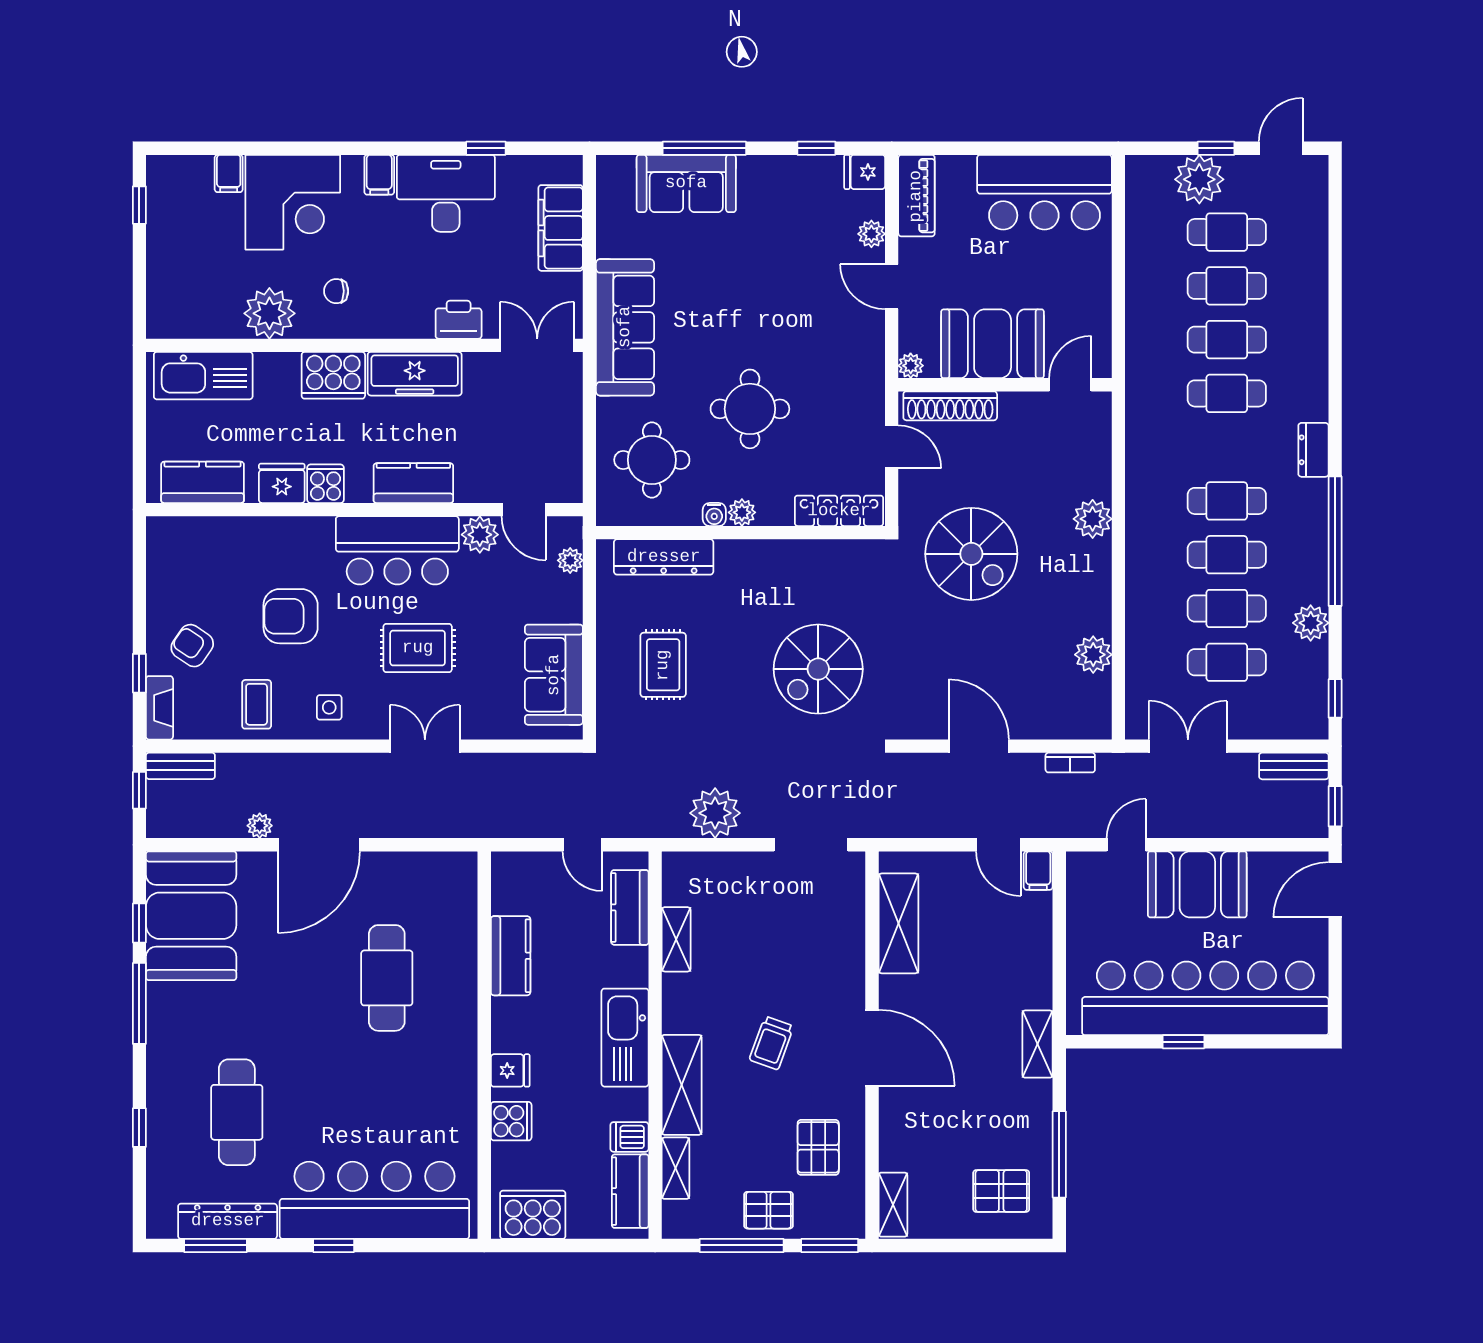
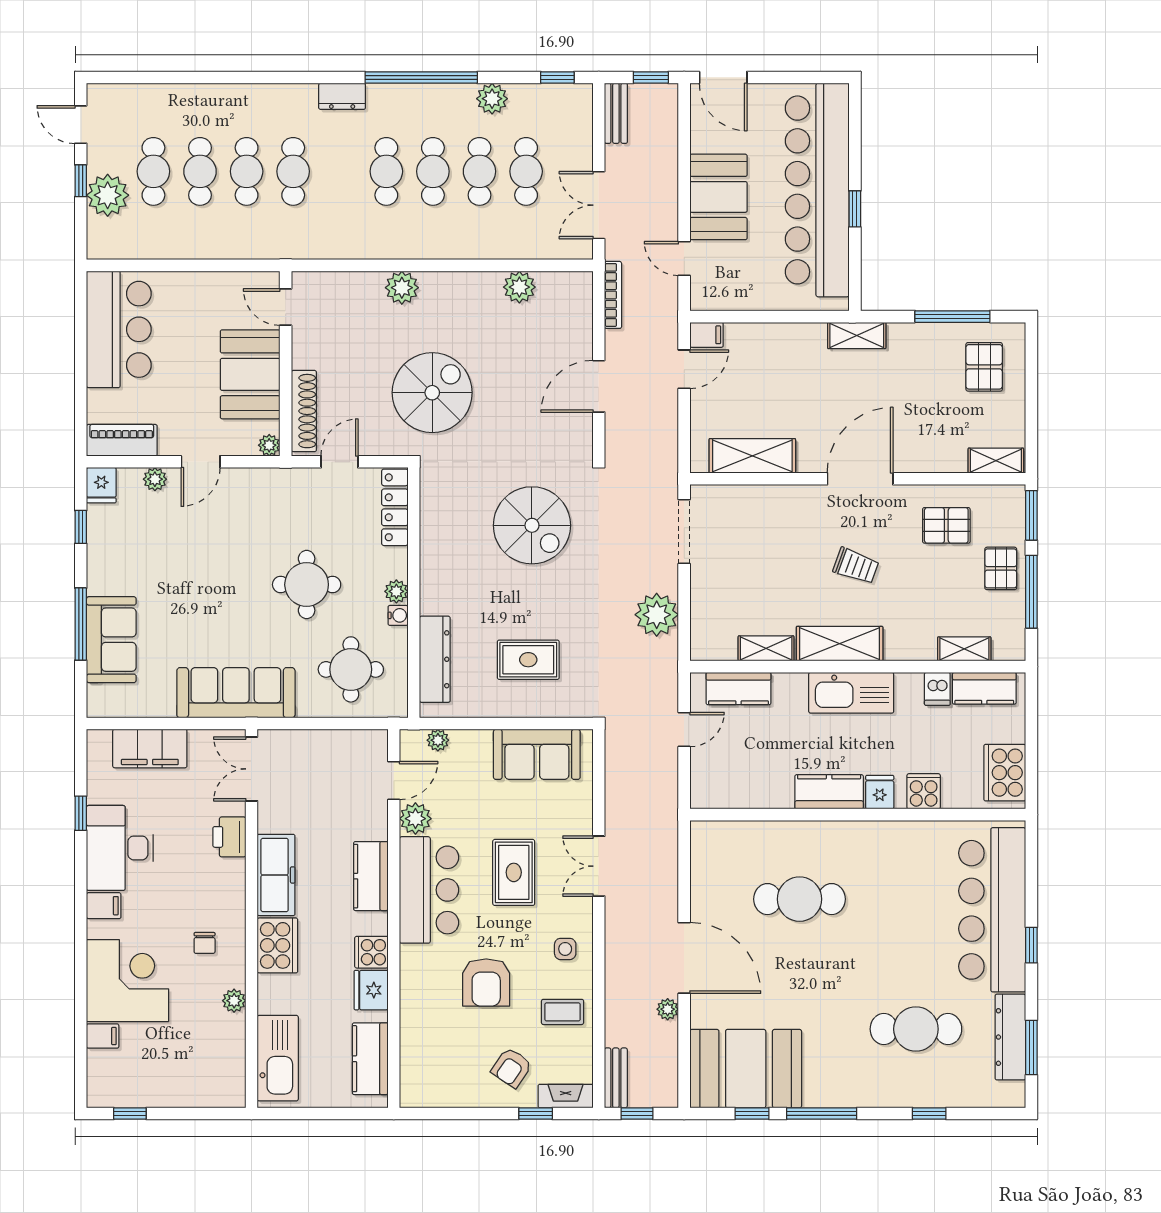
plant: (269, 313) -> (234, 1001), width x0.53, depth x0.53
bookcase: (1070, 763) -> (613, 295), width x1.56
kitchen counter: (511, 956) -> (829, 792), moved
shelving: (682, 1085) -> (840, 644), moved

